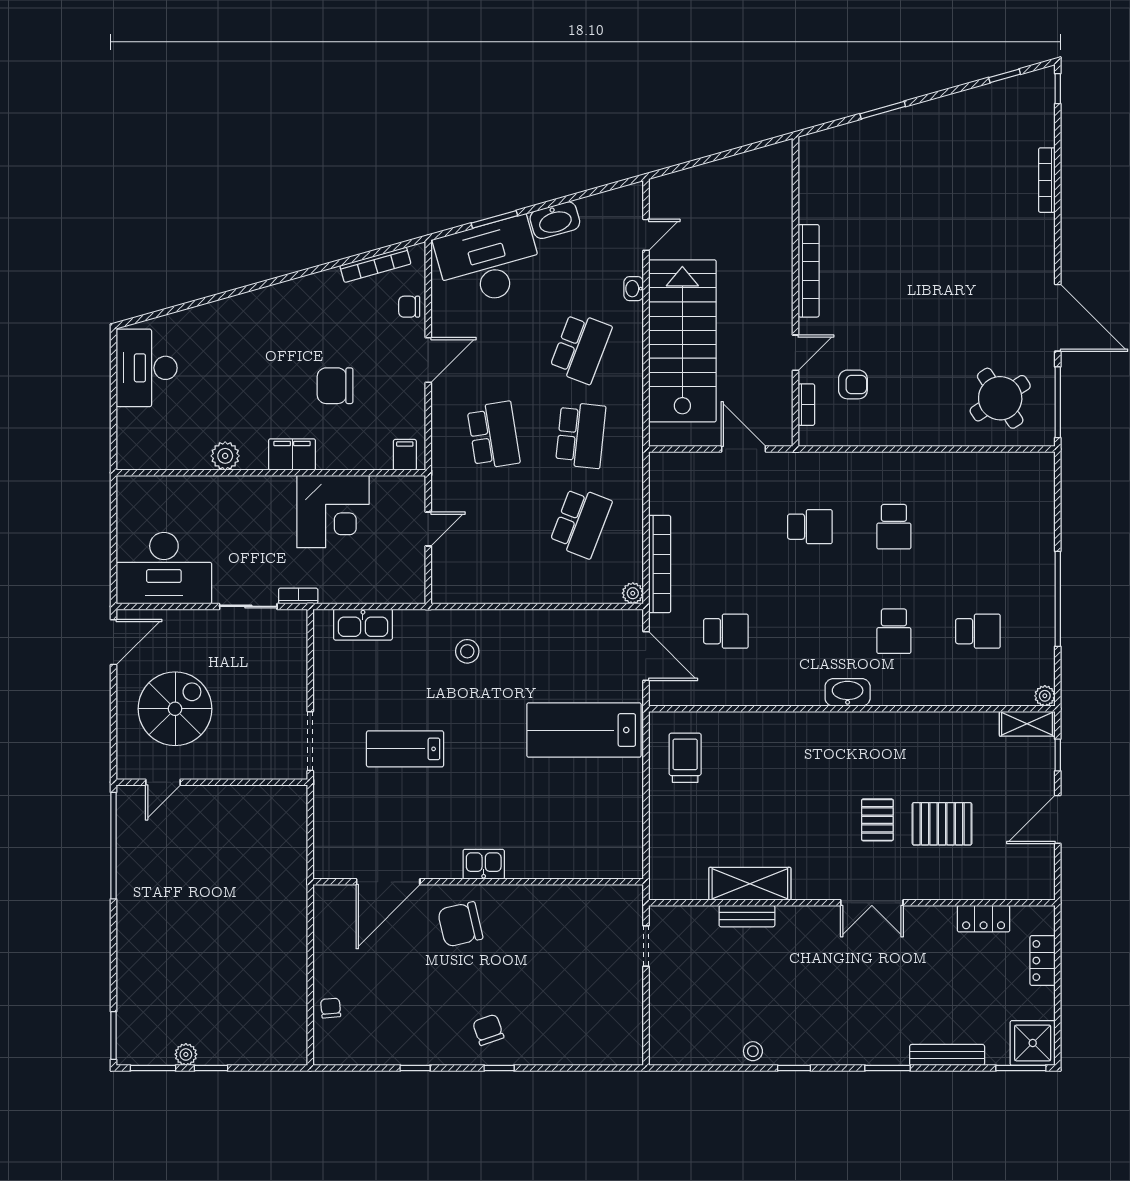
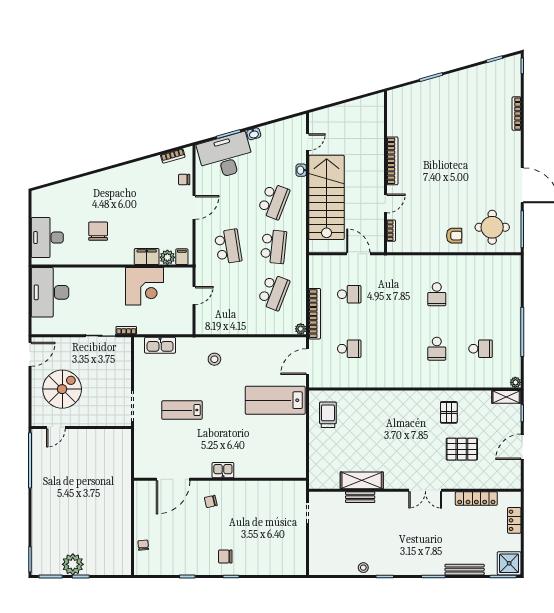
washbasin: (555, 220) -> (254, 134), width x0.52, depth x0.69
bookcase: (375, 265) -> (173, 156), width x0.64
desk: (147, 368) -> (47, 238), moved
armchair: (853, 384) -> (454, 236), moved
chair: (335, 386) -> (98, 231), moved, turned 90
round table: (1000, 398) -> (492, 227), turned 33
filing cabinet: (292, 454) -> (147, 257), moved
plant: (225, 456) -> (167, 257), moved
school desk: (810, 527) -> (349, 294), moved
desk: (164, 568) -> (50, 292), moved, turned 90
door: (646, 656) -> (308, 362), swing flipped
washbasin: (848, 692) -> (413, 381), removed
pallet: (877, 820) -> (449, 412), moved
locker: (984, 919) -> (476, 499), width x1.53
chair: (460, 924) -> (211, 501), width x0.54, depth x0.54
chair: (488, 1030) -> (225, 556), turned -71
plant: (186, 1054) -> (73, 564), width x1.87, depth x1.87

